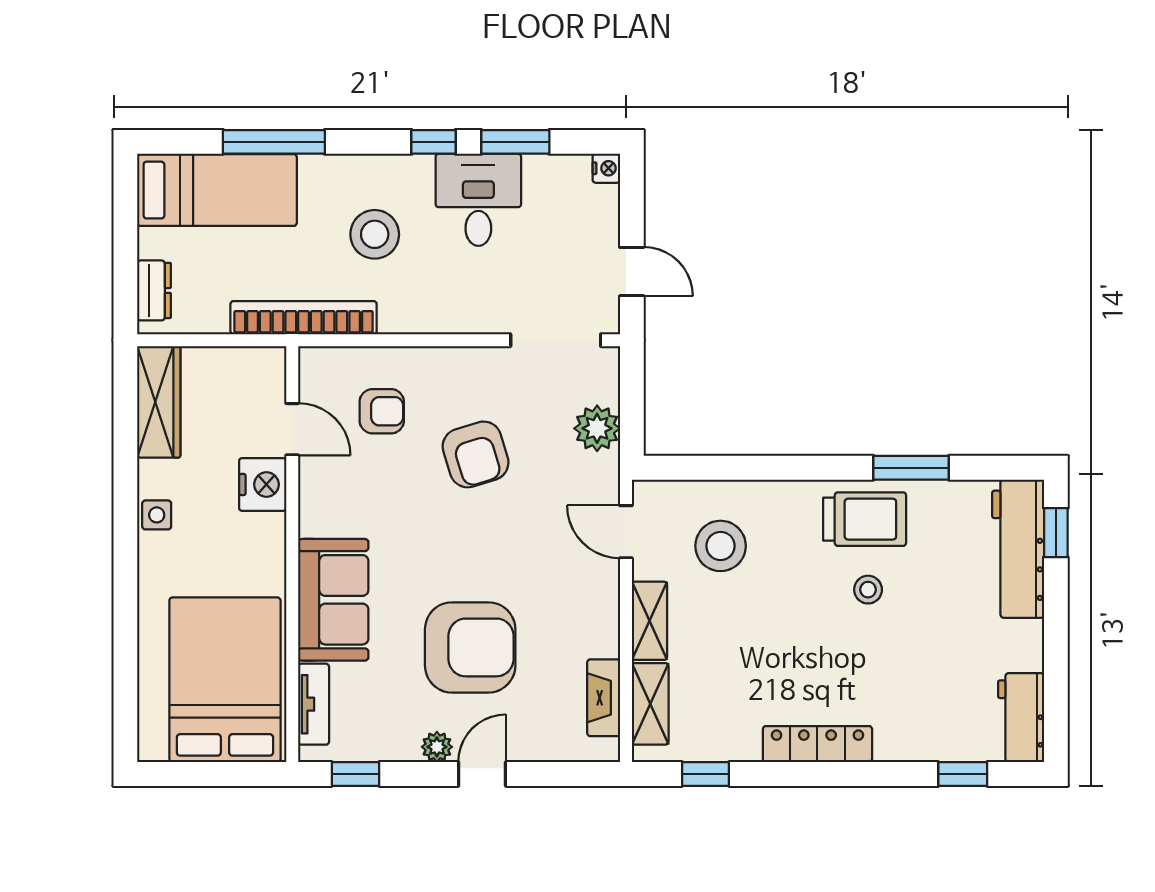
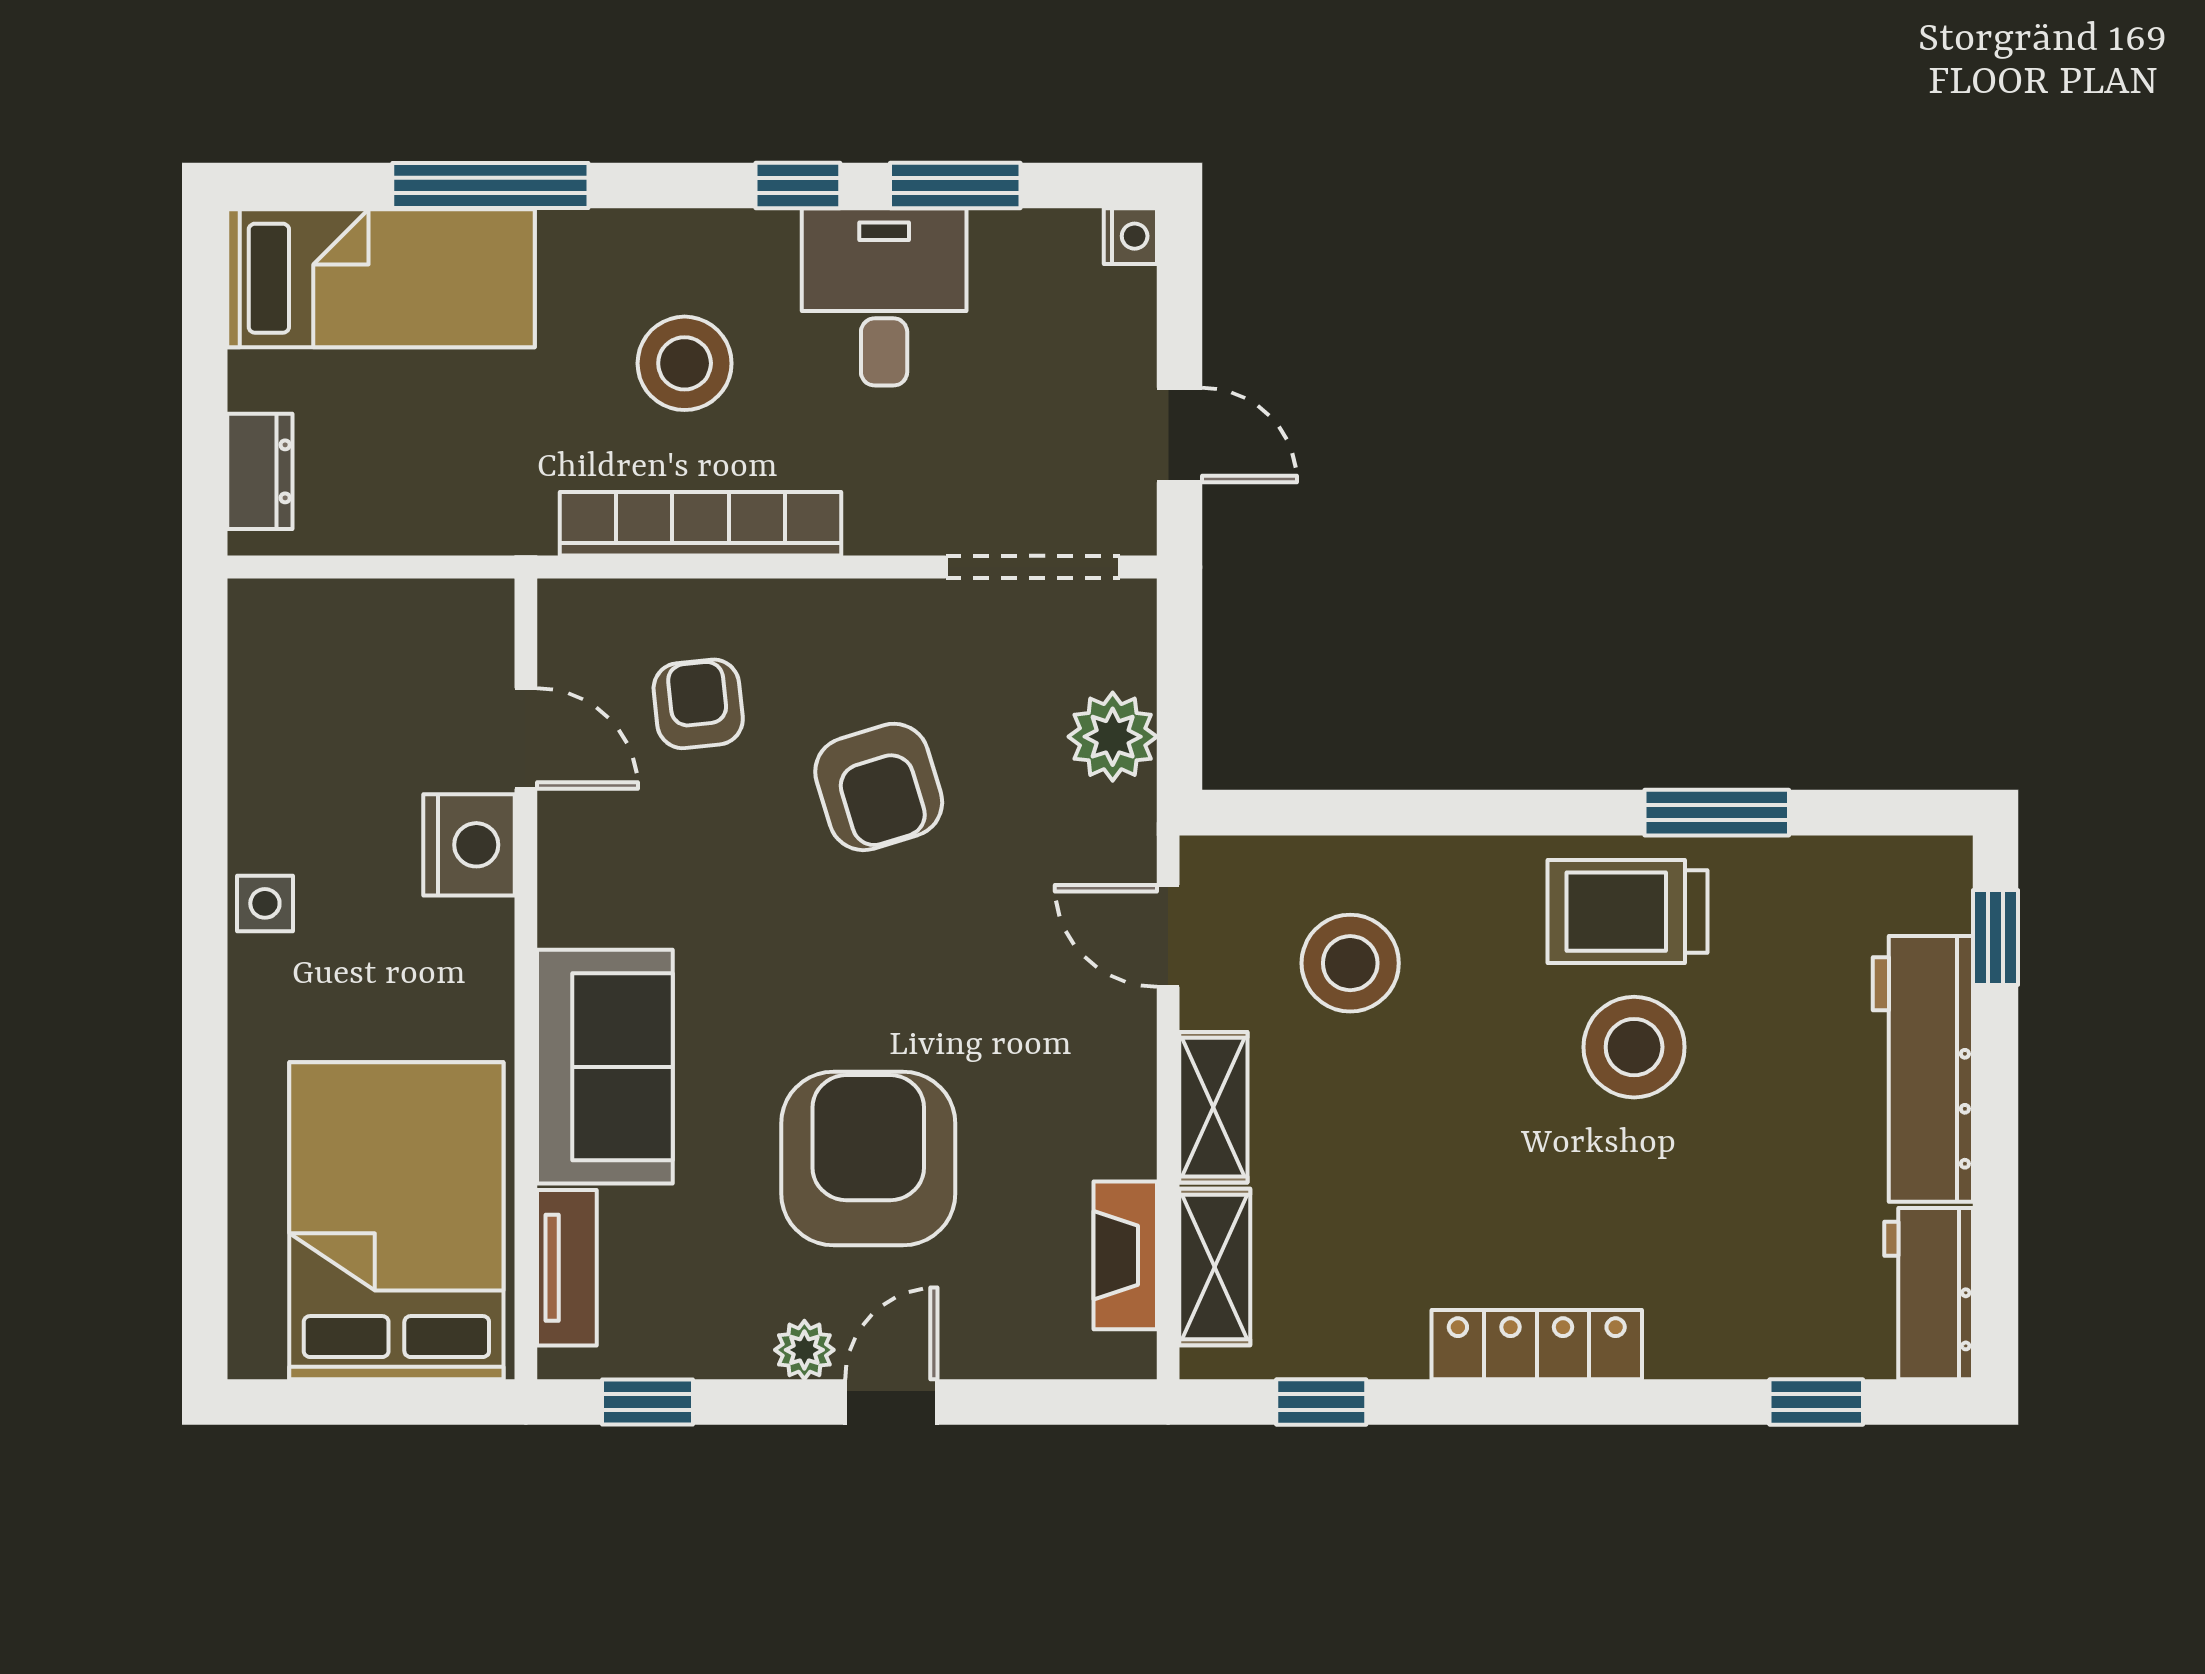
bookcase: (304, 318) -> (700, 524), moved
wardrobe: (159, 402) -> (269, 686), removed
armchair: (382, 411) -> (698, 704), turned -96
trolley: (865, 519) -> (1627, 912), turned 180
workbench: (1018, 549) -> (1923, 1069), moved
stool: (868, 590) -> (1634, 1047), width x1.89, depth x1.89
armchair: (470, 647) -> (868, 1159), turned -90

